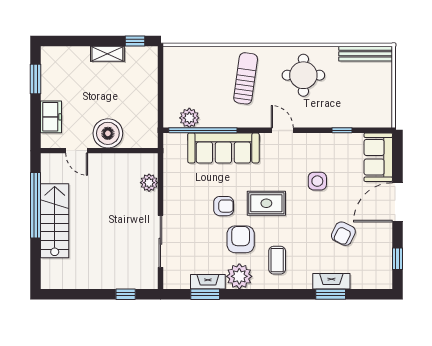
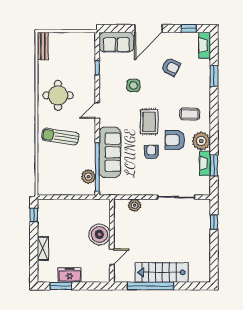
shelving: (107, 54) -> (43, 248), moved
bench: (366, 54) -> (43, 46), width x0.73
freezer: (51, 117) -> (70, 275), moved
door: (397, 202) -> (148, 28), hinge flipped
fireplace: (331, 281) -> (205, 45), moved

